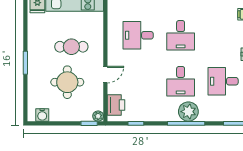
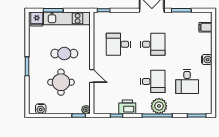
desk: (181, 35) -> (153, 44), turned -90
door: (105, 75) -> (92, 76), hinge flipped
desk: (181, 81) -> (153, 81), turned -90
desk: (223, 81) -> (187, 81), turned -90
printer: (116, 105) -> (127, 107), moved, turned -90

